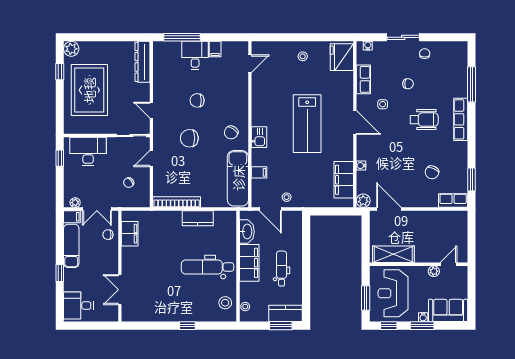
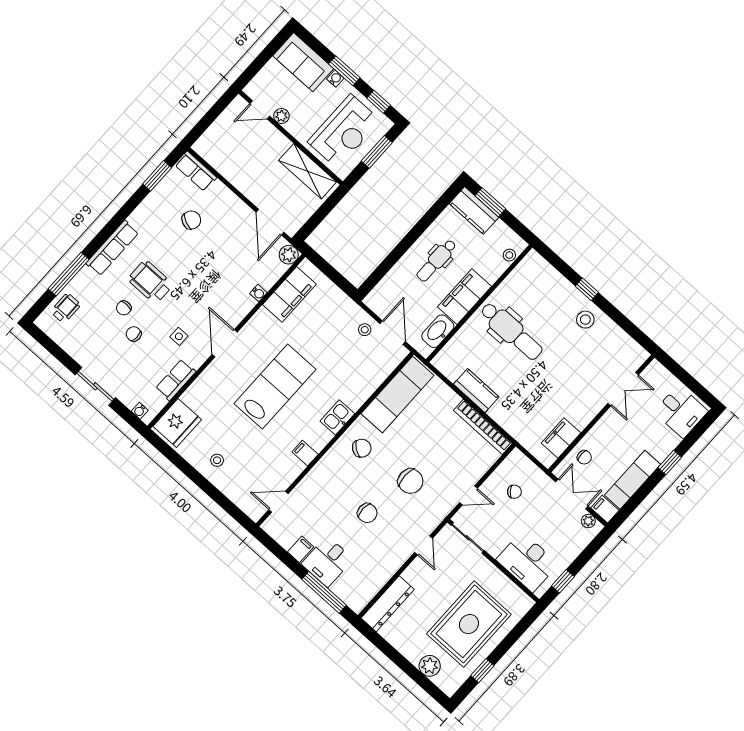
plant: (71, 49) -> (430, 666), moved
chair: (425, 54) -> (124, 308), moved
wheelchair: (457, 65) -> (66, 308), added
filing cabinet: (259, 172) -> (305, 453), moved
stool: (225, 303) -> (585, 320), moved

